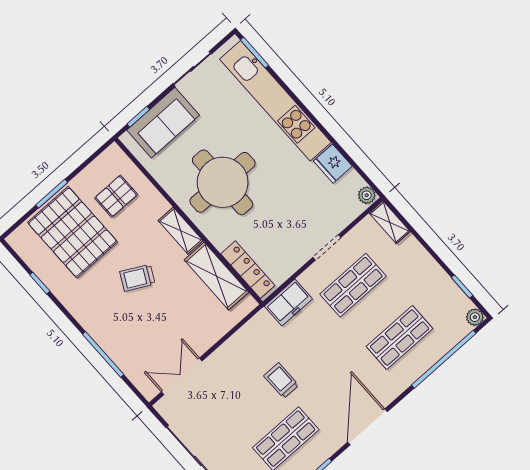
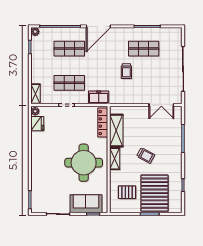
kitchen unit: (275, 101) -> (38, 175), removed
fridge: (333, 164) -> (37, 124), moved
door: (367, 427) -> (98, 26), moved

